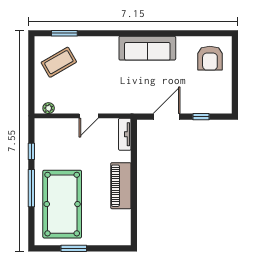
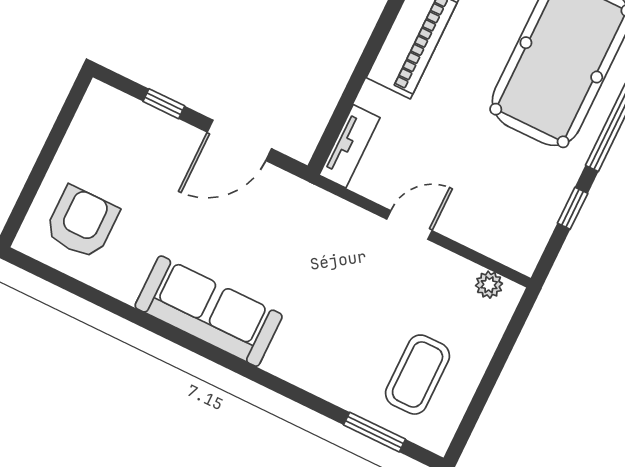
coffee table: (59, 62) -> (418, 375), turned -60

